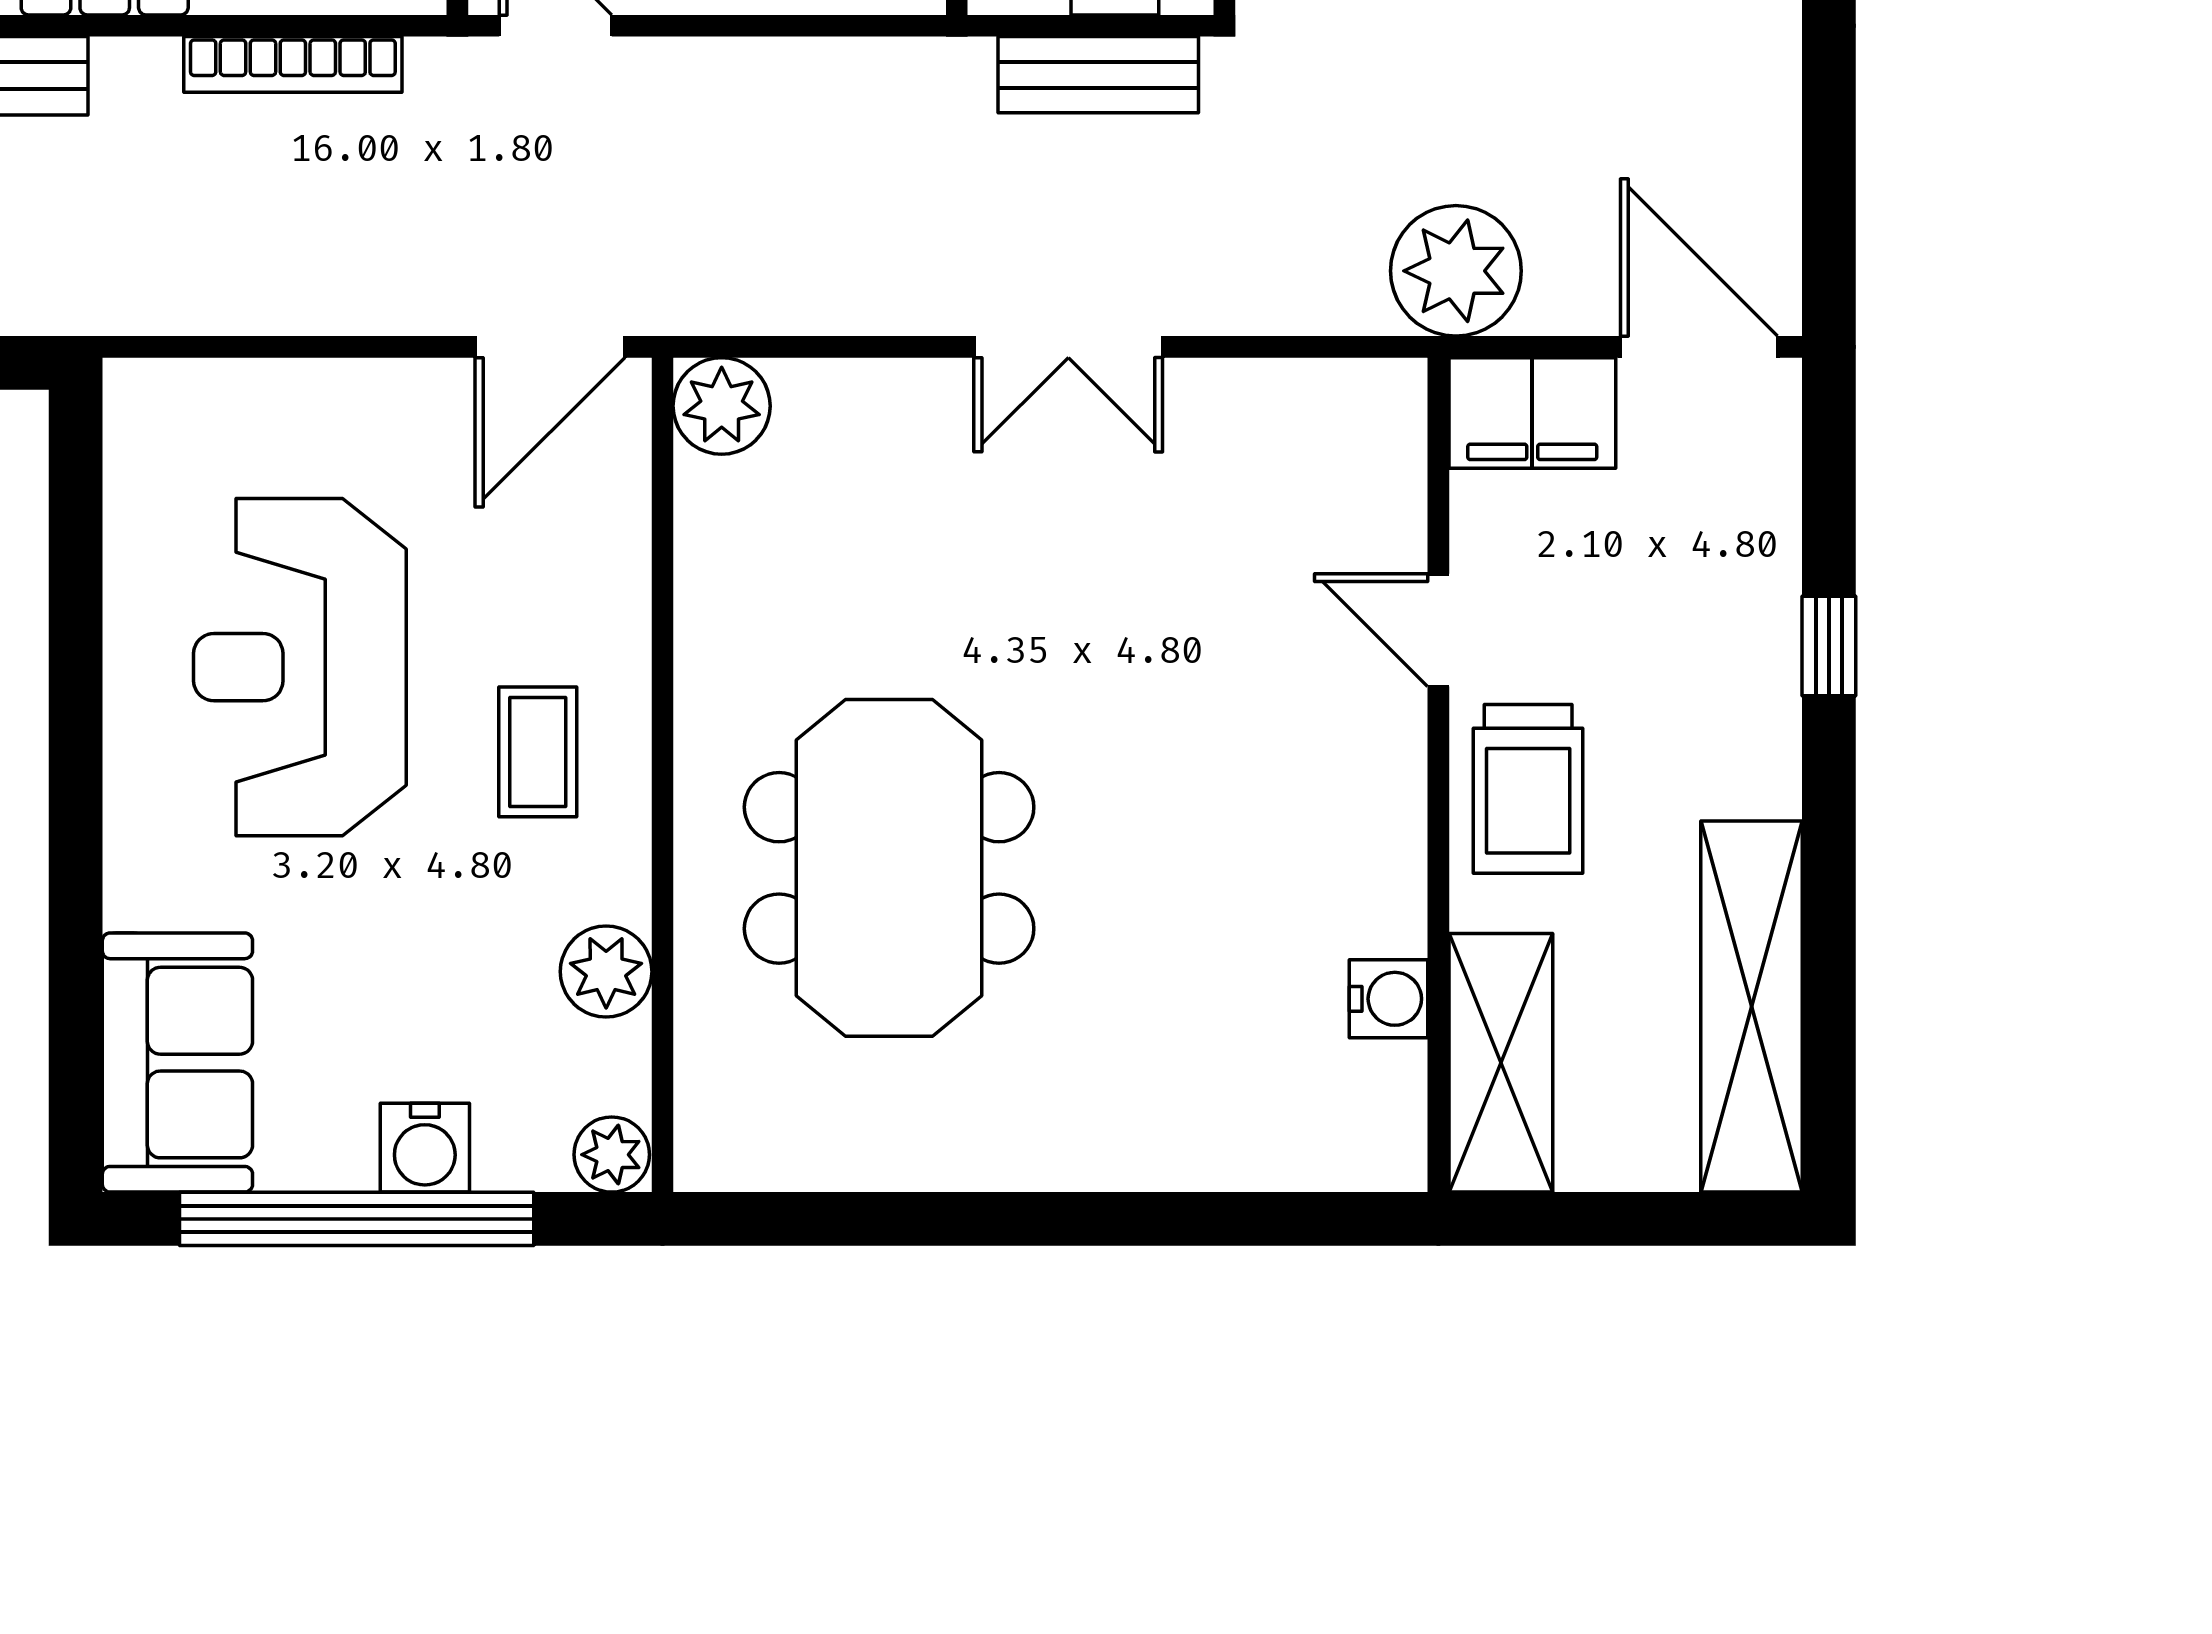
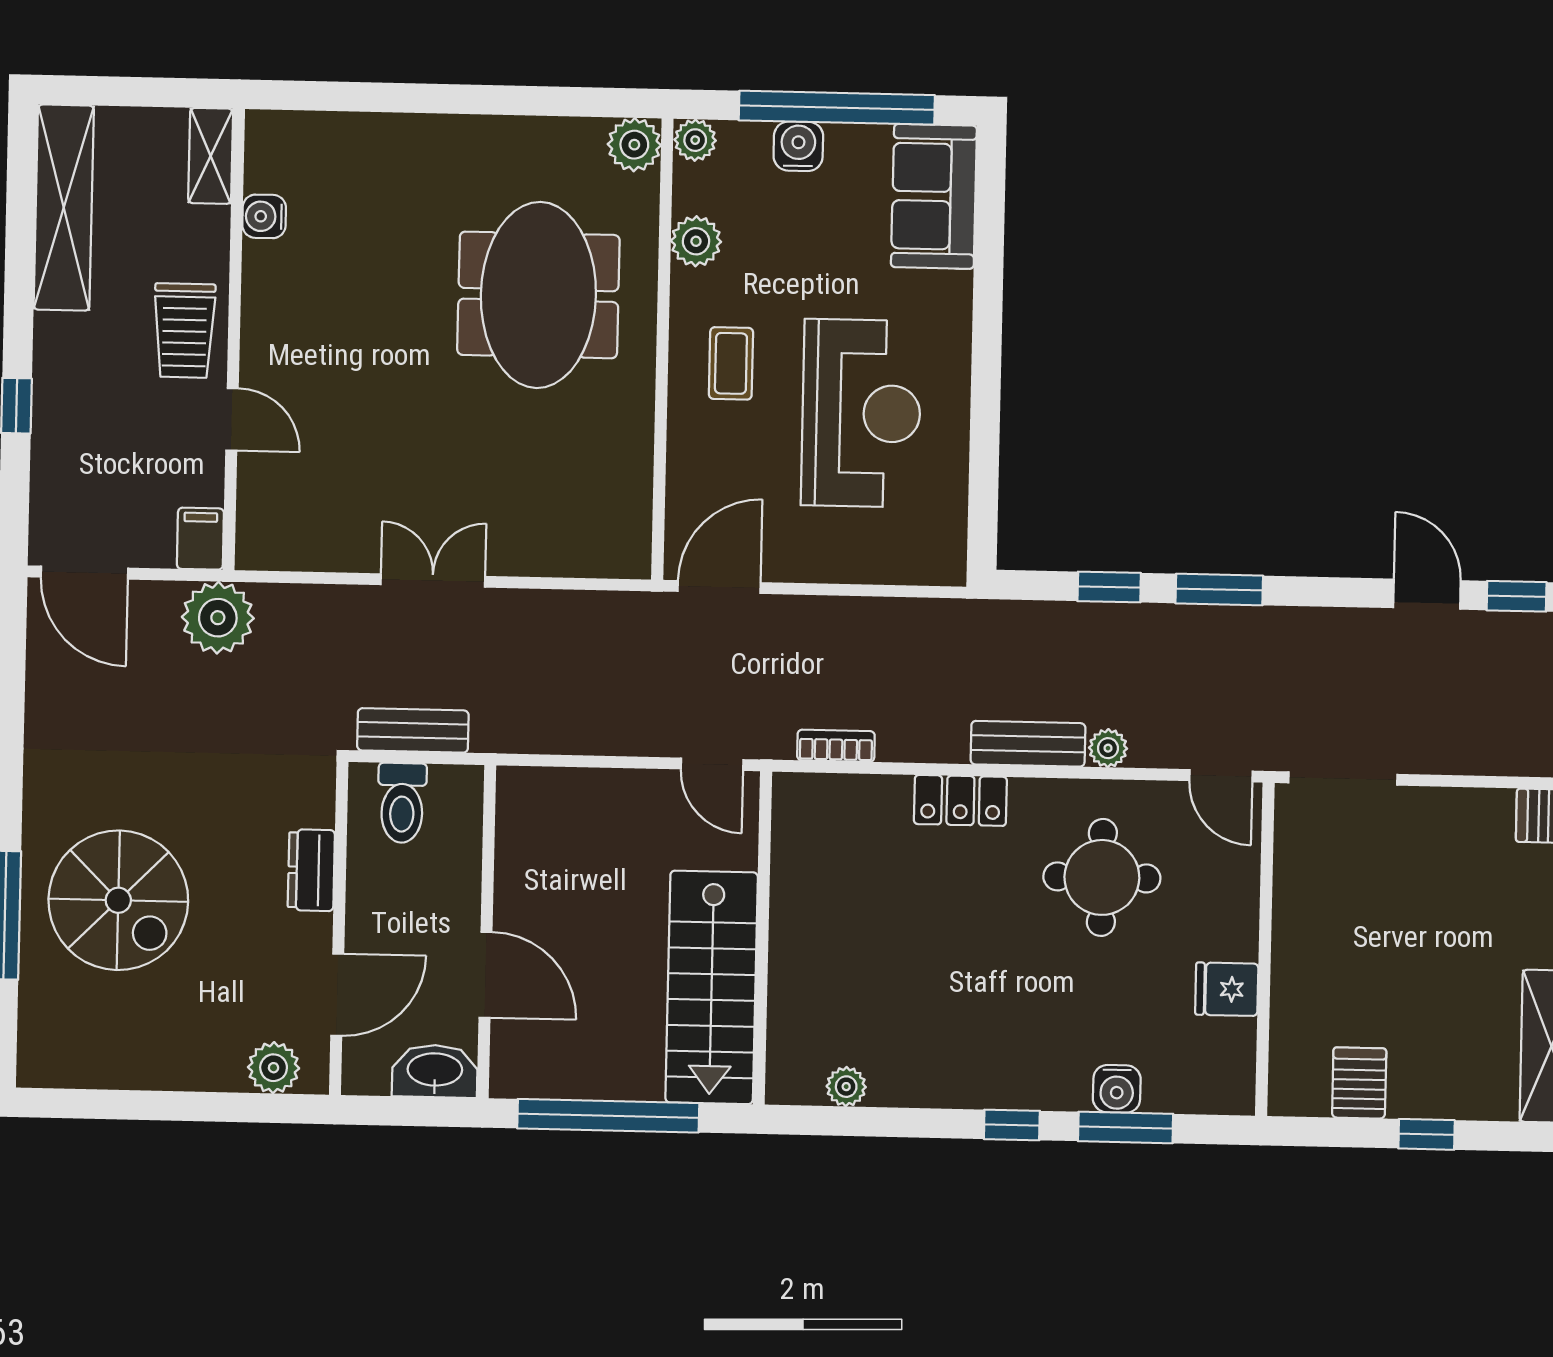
bookcase: (293, 64) -> (836, 746), width x0.64
plant: (722, 406) -> (634, 145), moved
filing cabinet: (1532, 413) -> (200, 539), width x0.50
trolley: (1528, 789) -> (184, 331), turned 180
shelving: (1501, 1063) -> (211, 156), width x0.67, depth x0.75

